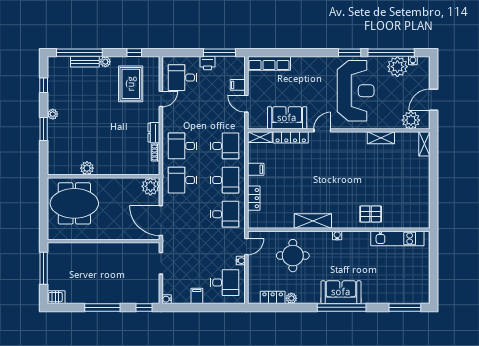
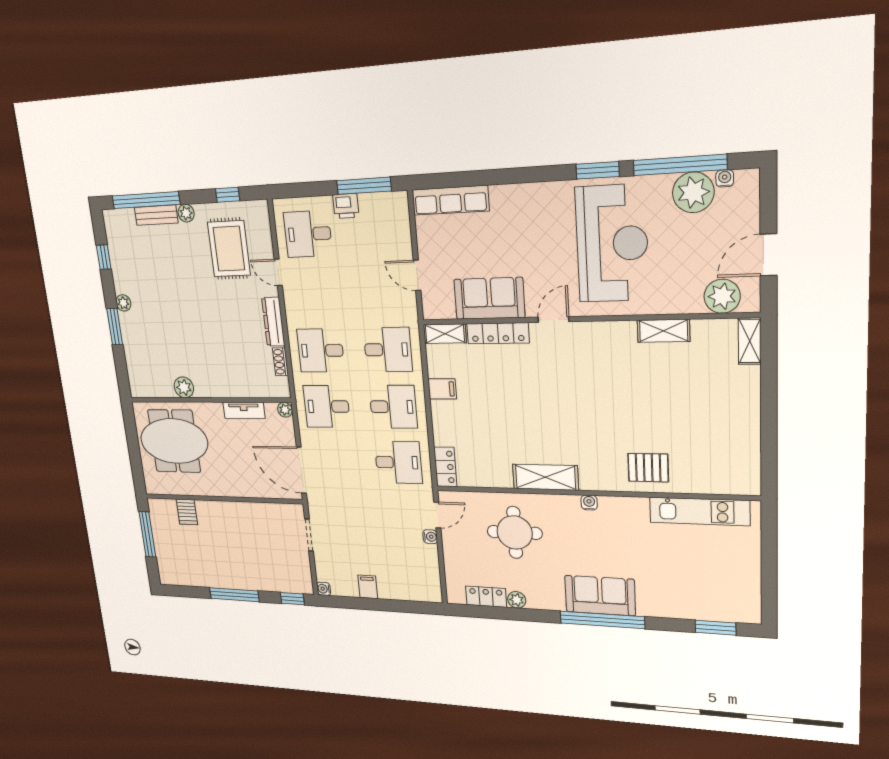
filing cabinet: (238, 85) -> (400, 243), removed
door: (161, 99) -> (278, 272), swing flipped
dresser: (154, 133) -> (273, 322), width x1.44
tv unit: (127, 183) -> (244, 410), added
plant: (150, 186) -> (285, 410), width x0.53, depth x0.53
locker: (254, 198) -> (445, 467), moved
desk: (225, 283) -> (408, 569), removed
server rack: (56, 297) -> (187, 512), moved, turned 90
window: (405, 307) -> (715, 628), width x0.69

